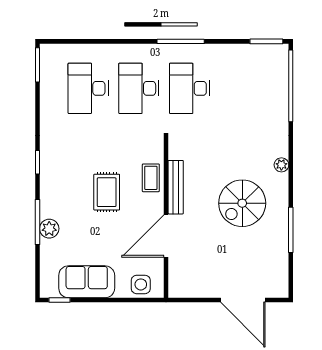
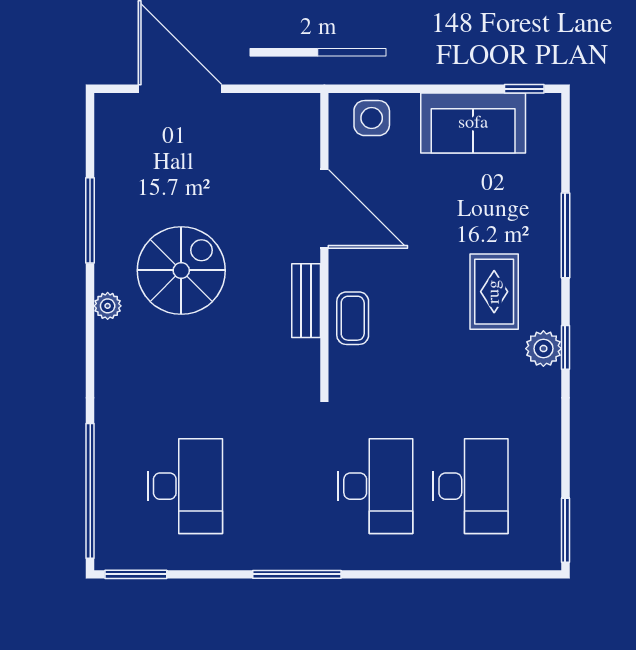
desk: (190, 88) -> (185, 486), moved
plant: (281, 165) -> (108, 306), moved
bench: (176, 187) -> (306, 301), width x0.73
rug: (107, 192) -> (494, 292), moved
plant: (49, 229) -> (543, 349), moved
door: (166, 236) -> (324, 209), hinge flipped

